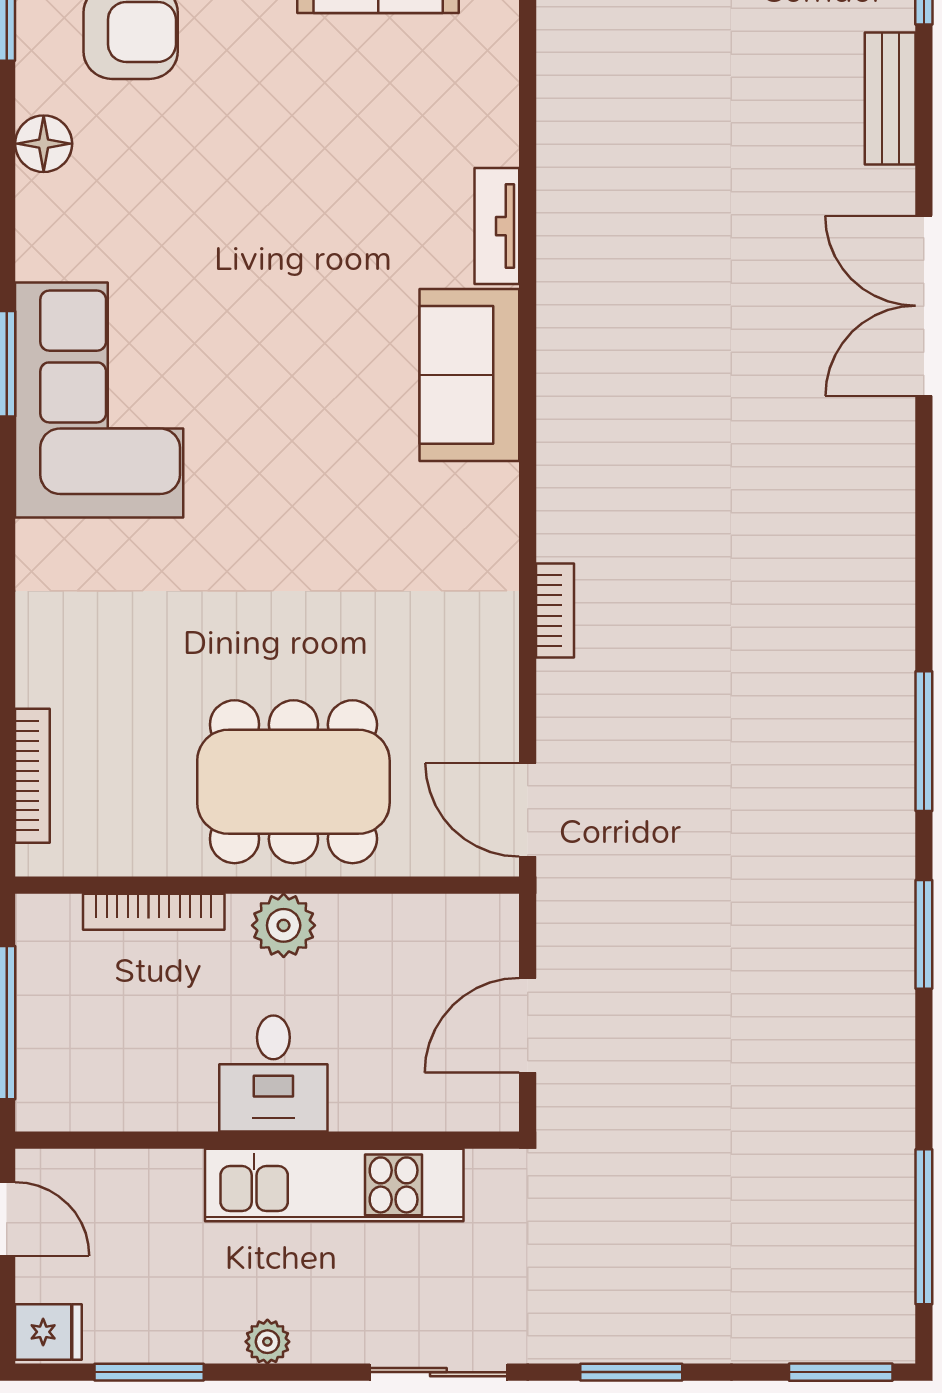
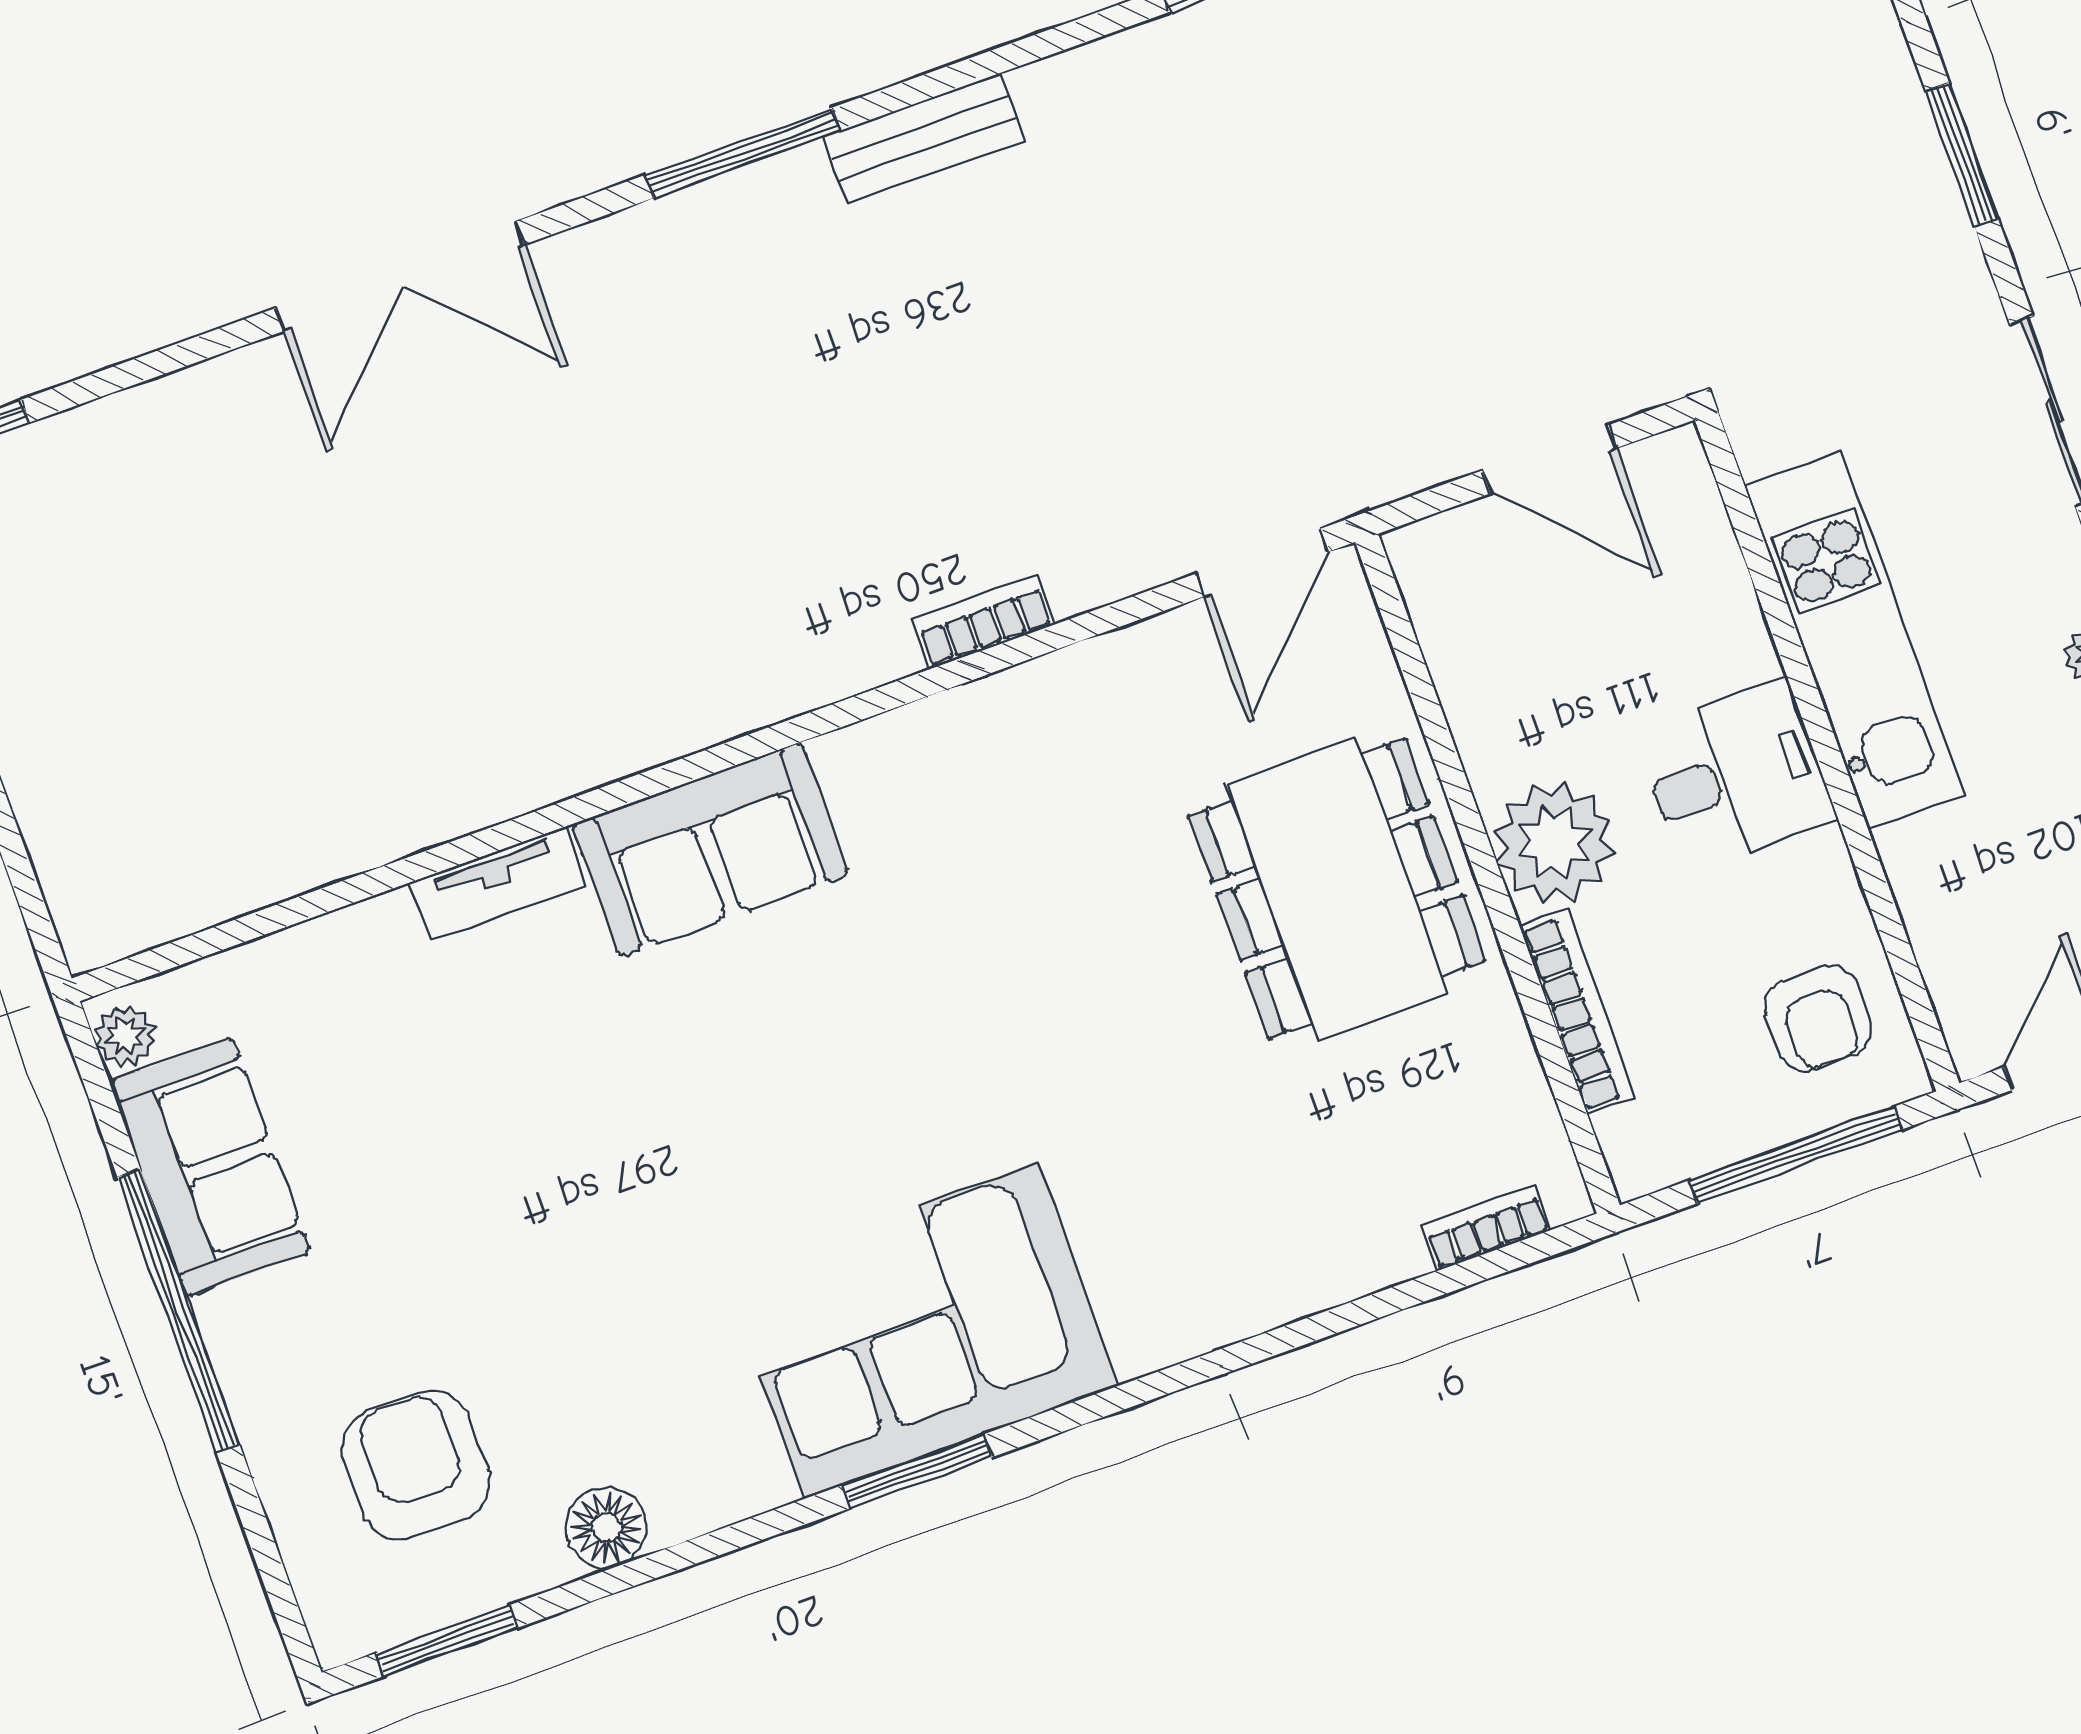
bench: (890, 98) -> (924, 139), moved
window: (924, 741) -> (743, 153), moved
bookcase: (32, 776) -> (1486, 1228), width x0.64
plant: (284, 925) -> (1554, 842), width x1.36, depth x1.36
armchair: (92, 1070) -> (1818, 1018), added

